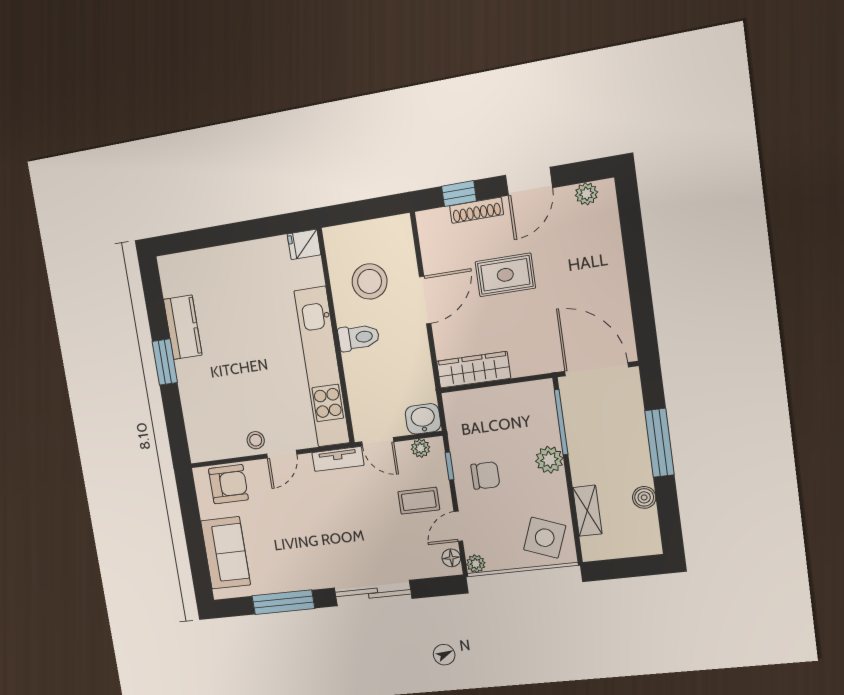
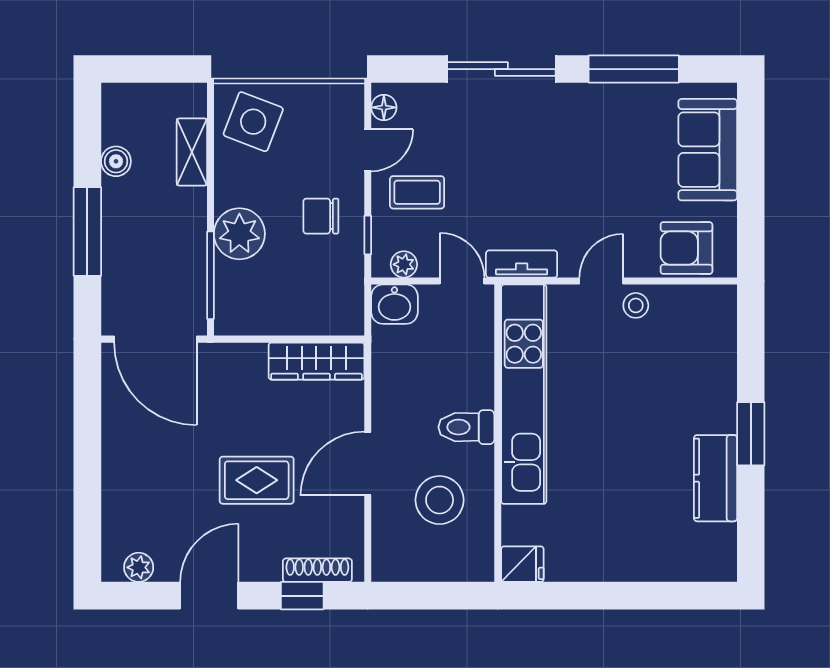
shoe rack: (476, 210) -> (317, 570), moved
plant: (549, 460) -> (239, 234), width x1.36, depth x1.36
plant: (476, 564) -> (351, 96), removed

